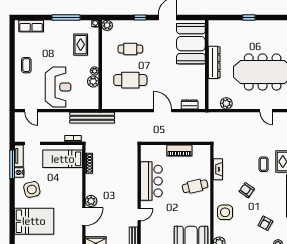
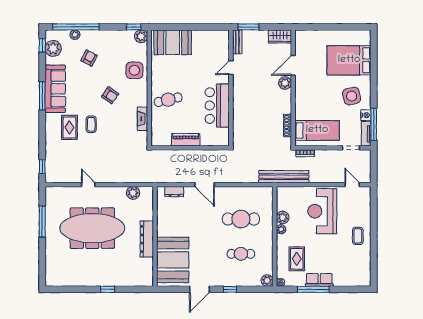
row of seats: (31, 26) -> (319, 280), moved

